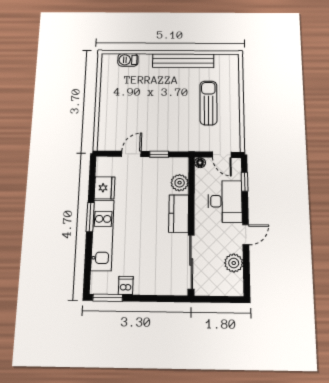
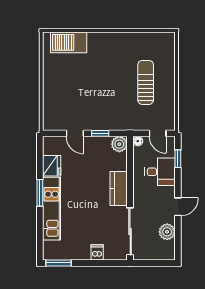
barbecue: (128, 60) -> (69, 42), width x1.88, depth x1.53
bench: (183, 61) -> (122, 39), removed
door: (131, 154) -> (75, 133), swing flipped
plant: (180, 183) -> (119, 144), moved
desk: (225, 201) -> (160, 172), width x0.73
dishwasher: (126, 285) -> (97, 252), moved

